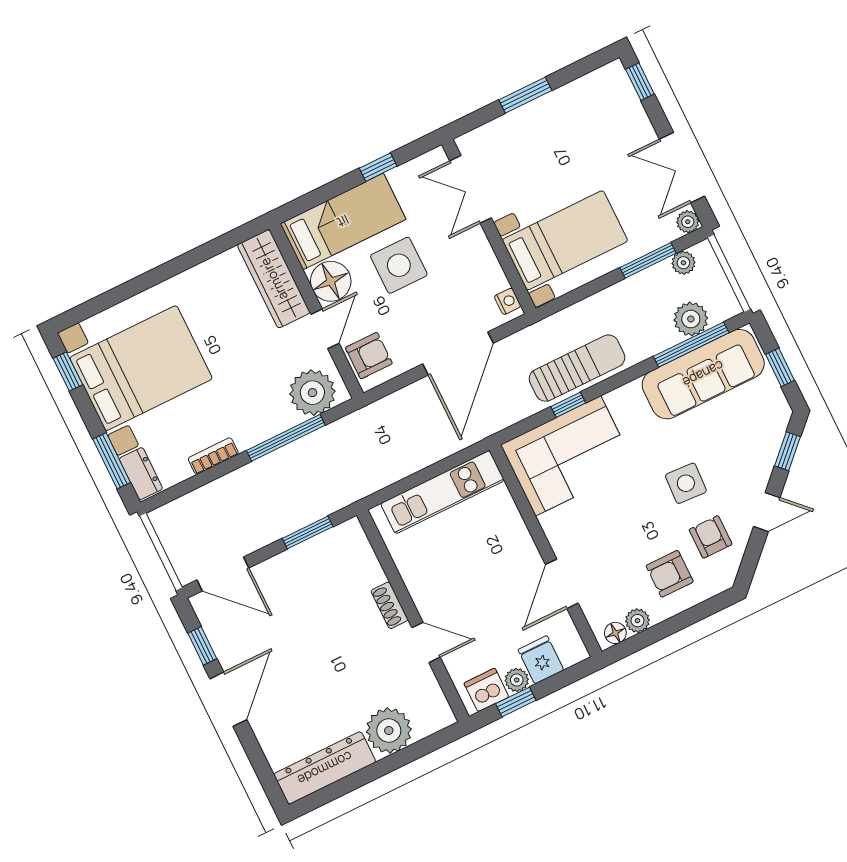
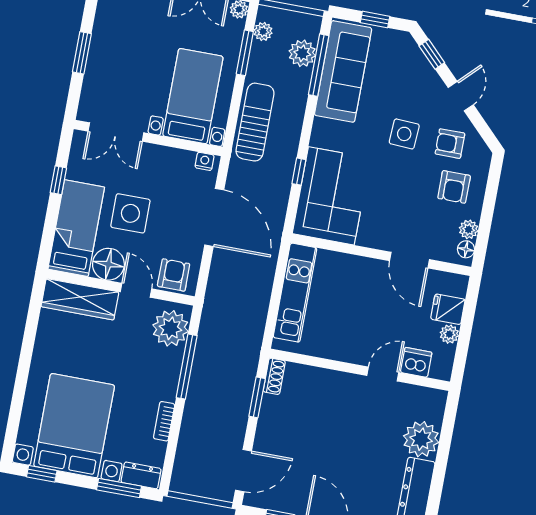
sun lounger: (577, 368) -> (255, 122), moved
shoe rack: (389, 605) -> (274, 376), moved, turned -90
dishwasher: (486, 690) -> (416, 362), moved, turned 90
window: (516, 702) -> (463, 345), removed

